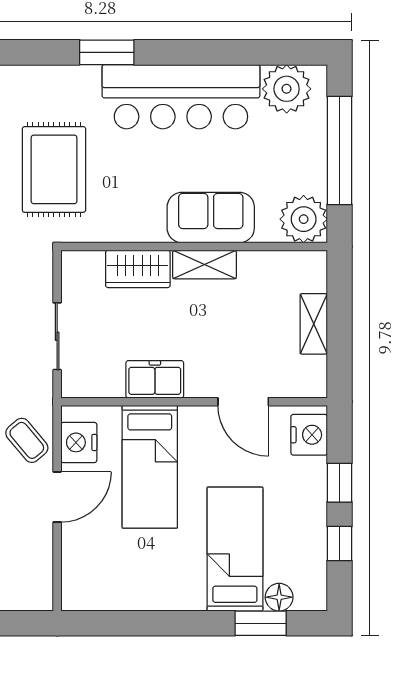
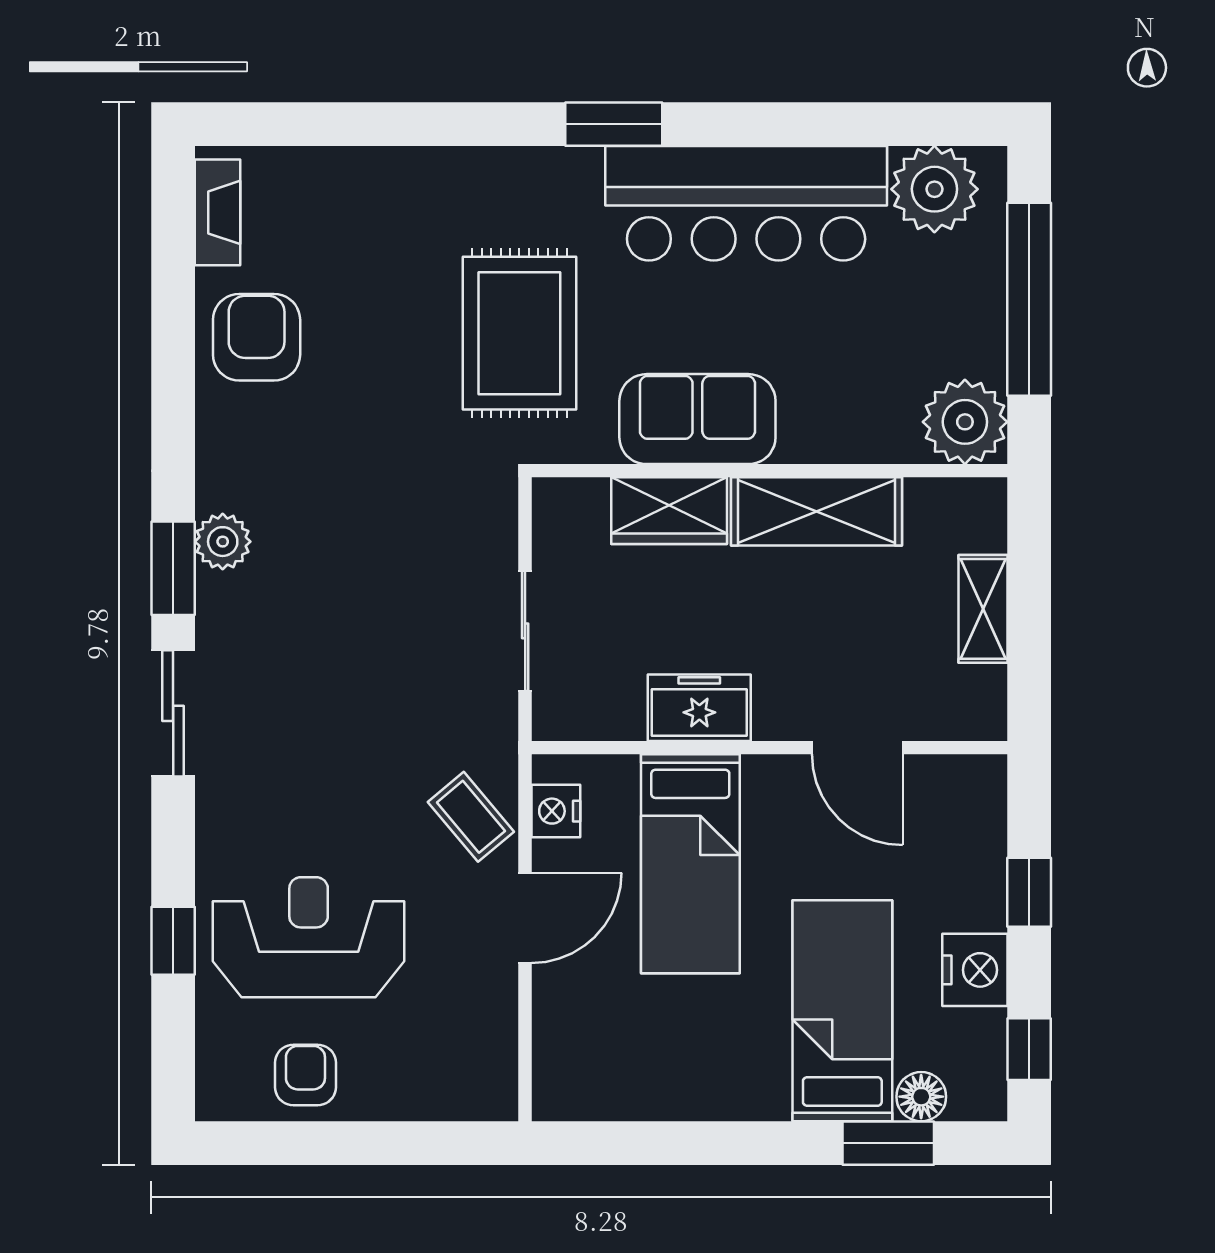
sofa: (211, 218) -> (697, 419), moved
shelving: (204, 265) -> (817, 511), width x1.50, depth x1.33
nightstand: (309, 435) -> (975, 970), moved
nightstand: (79, 442) -> (556, 811), width x0.74, depth x0.75
window: (340, 543) -> (1029, 1049), moved

